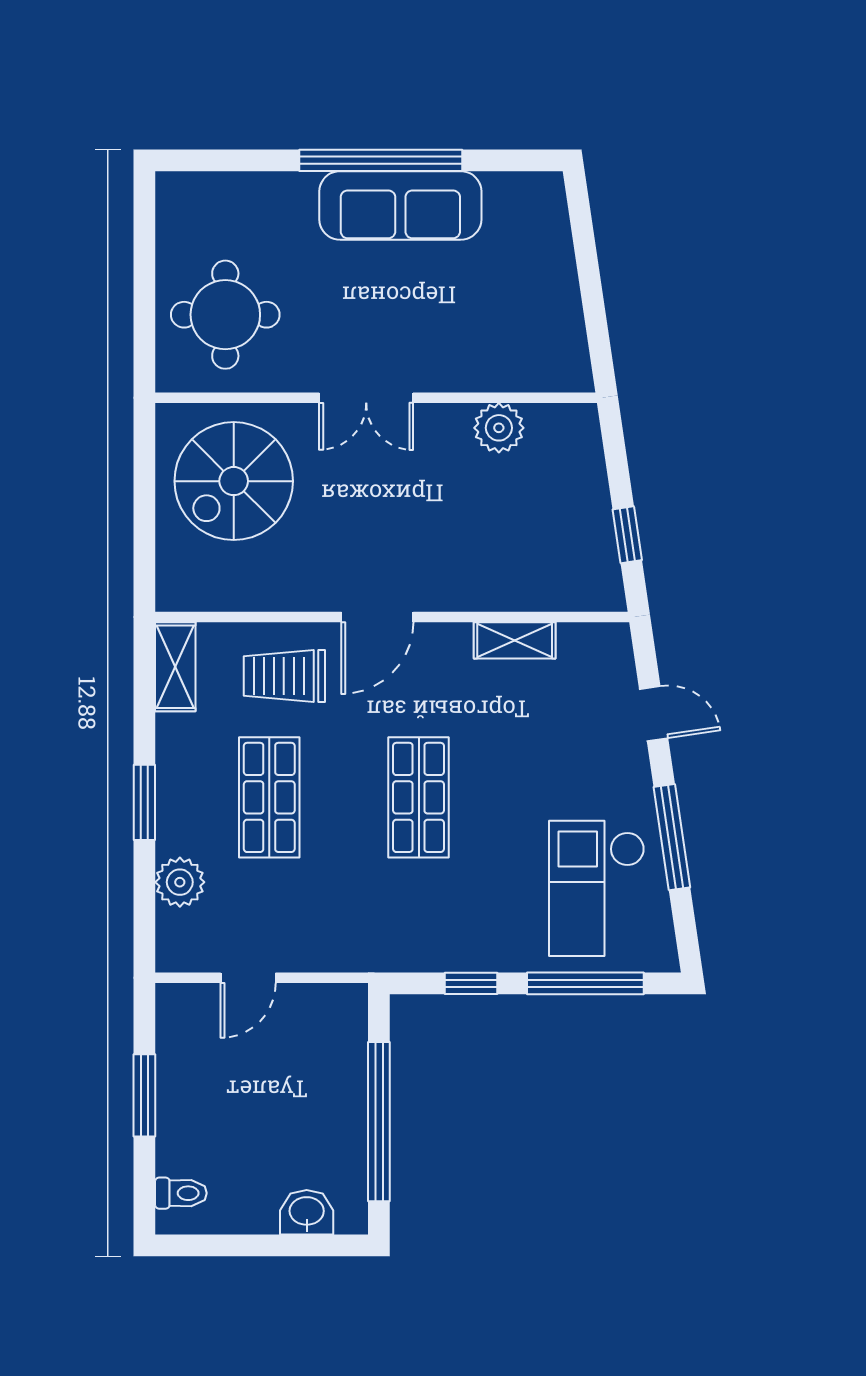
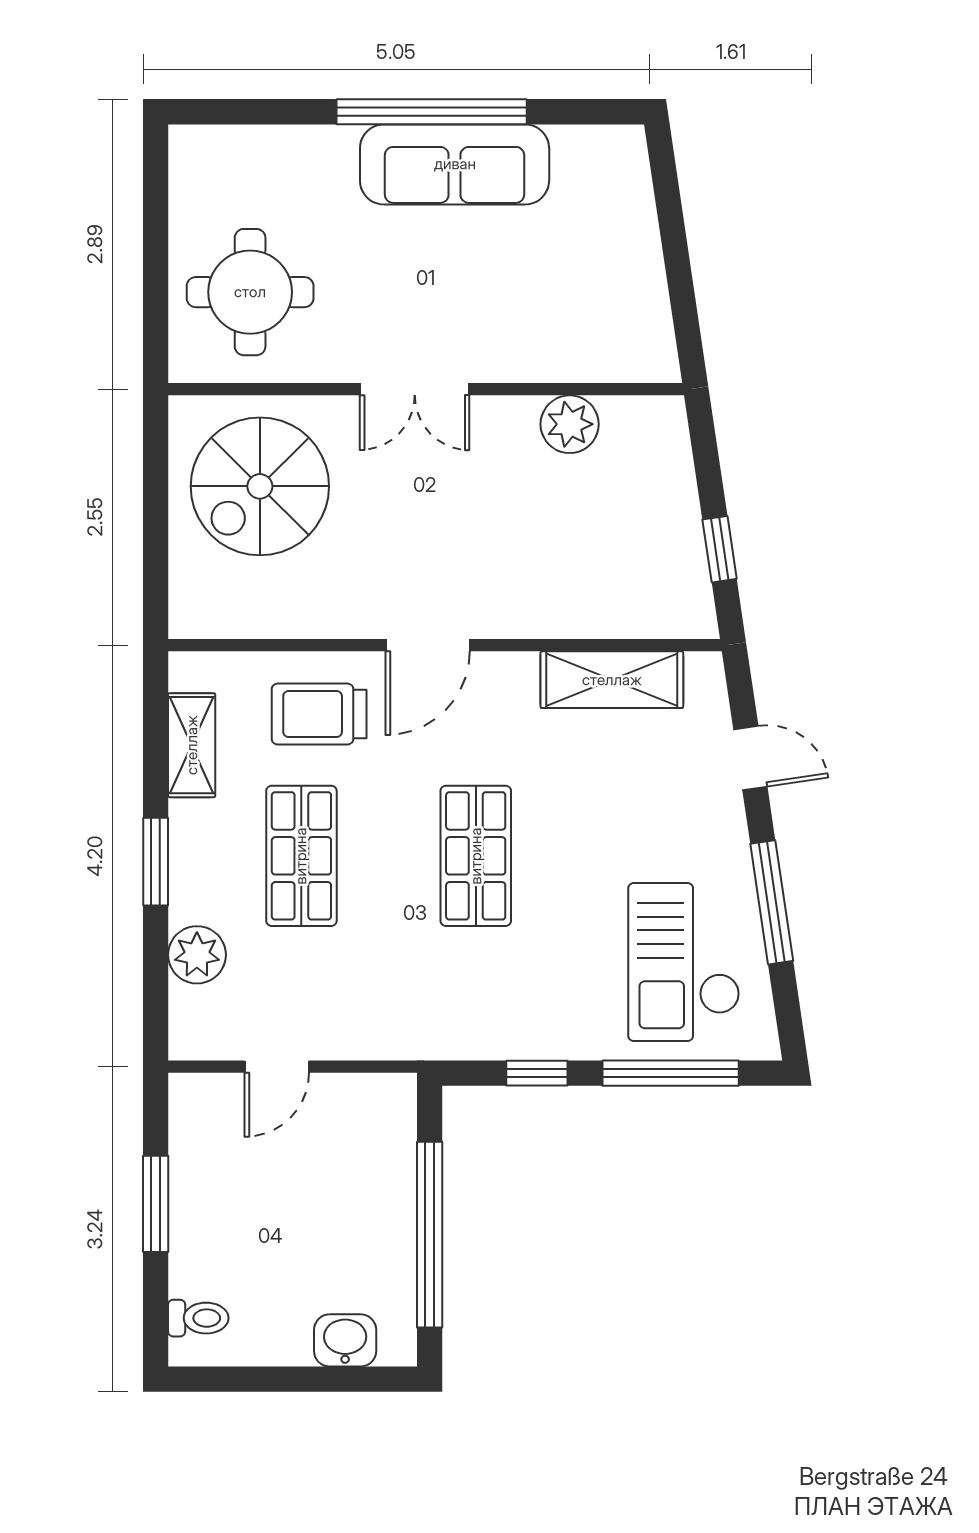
shelving: (515, 640) -> (612, 680), width x1.50, depth x1.33
shelving: (175, 667) -> (192, 745), moved

